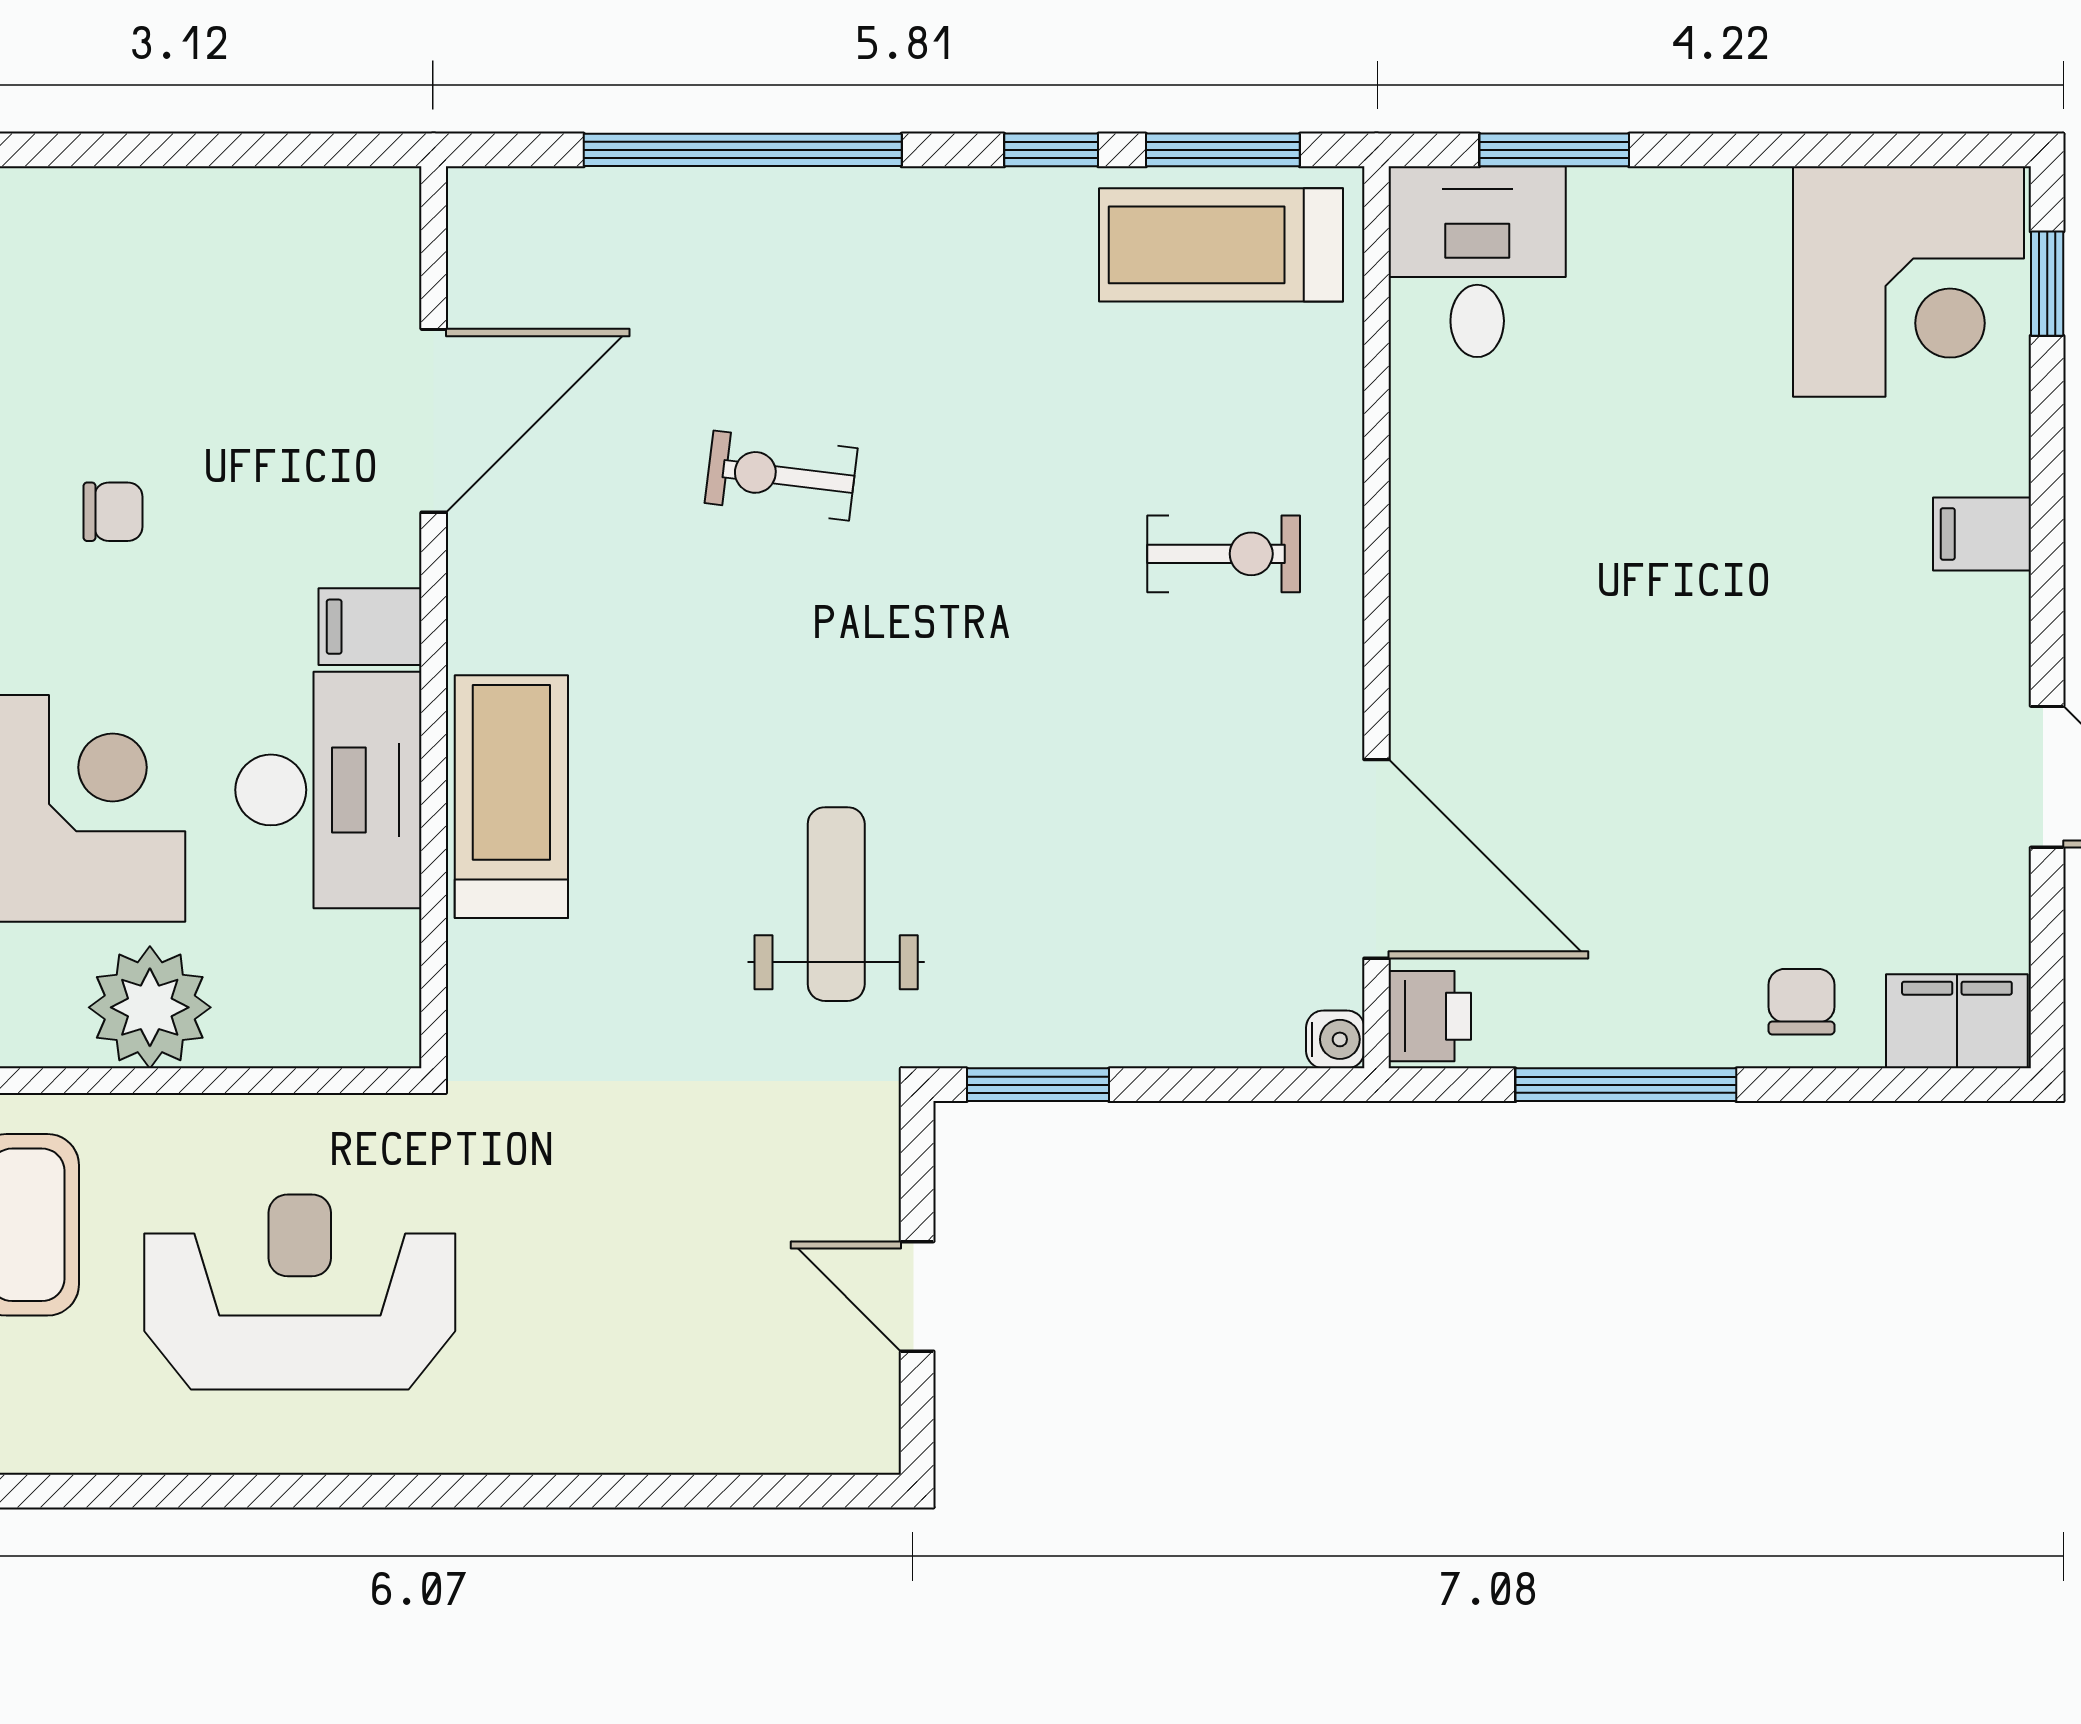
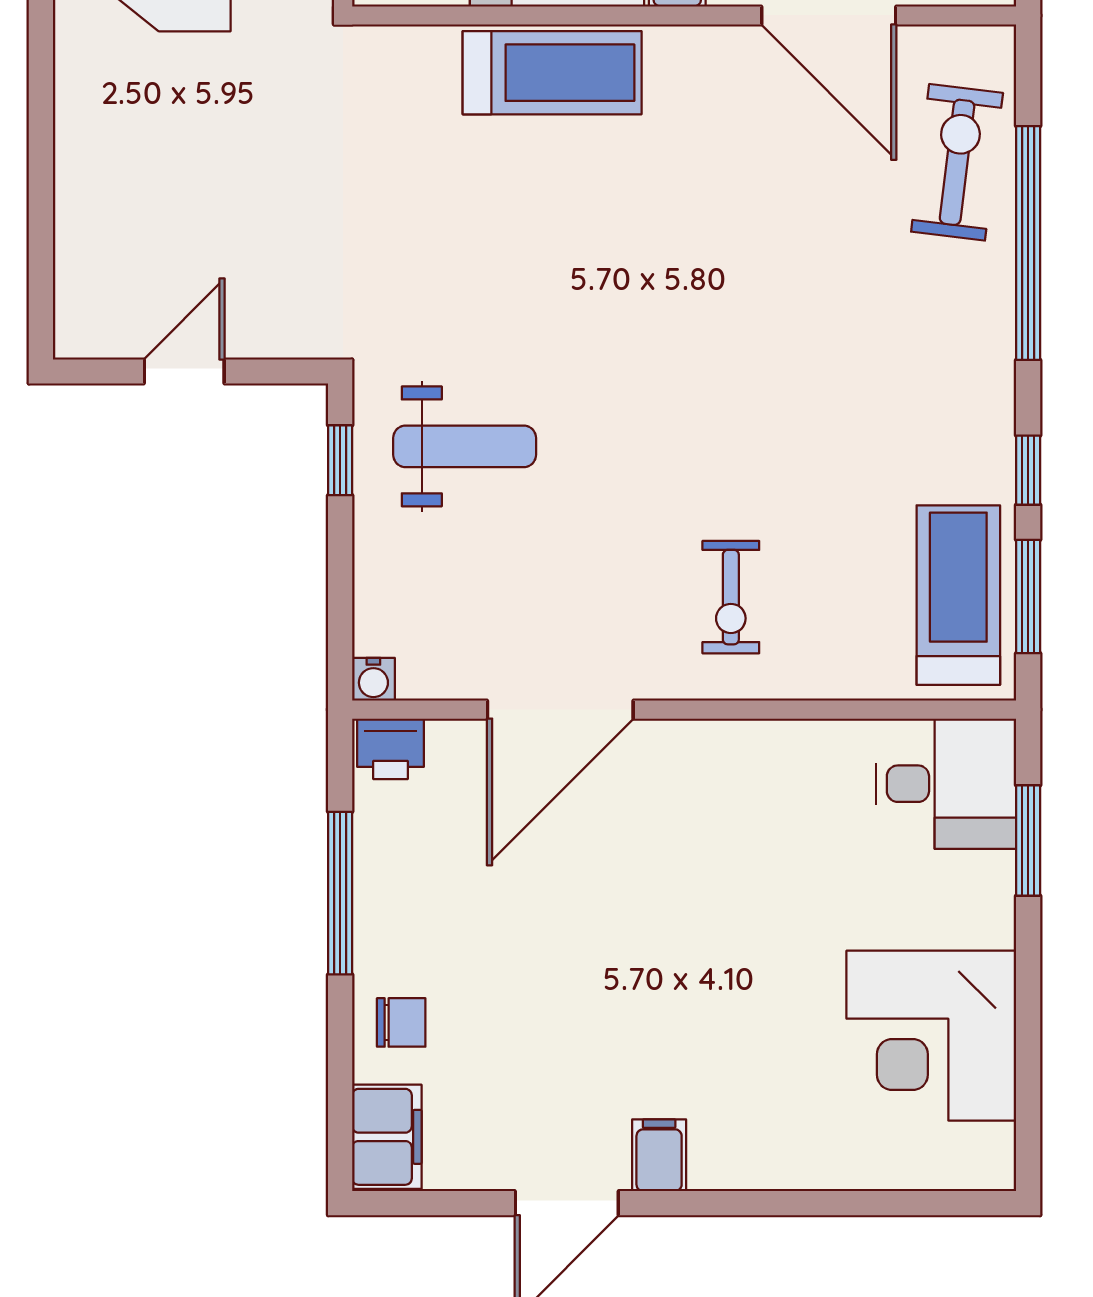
corner desk: (1908, 282) -> (931, 1036), moved
window: (2047, 284) -> (930, 1203), removed
exercise bike: (781, 476) -> (957, 162), moved, width x1.38, depth x1.39
filing cabinet: (1982, 534) -> (659, 1155), moved
door: (1376, 859) -> (560, 710), moved
weight bench: (836, 904) -> (465, 446), moved
window: (1038, 1085) -> (340, 460), width x0.67

